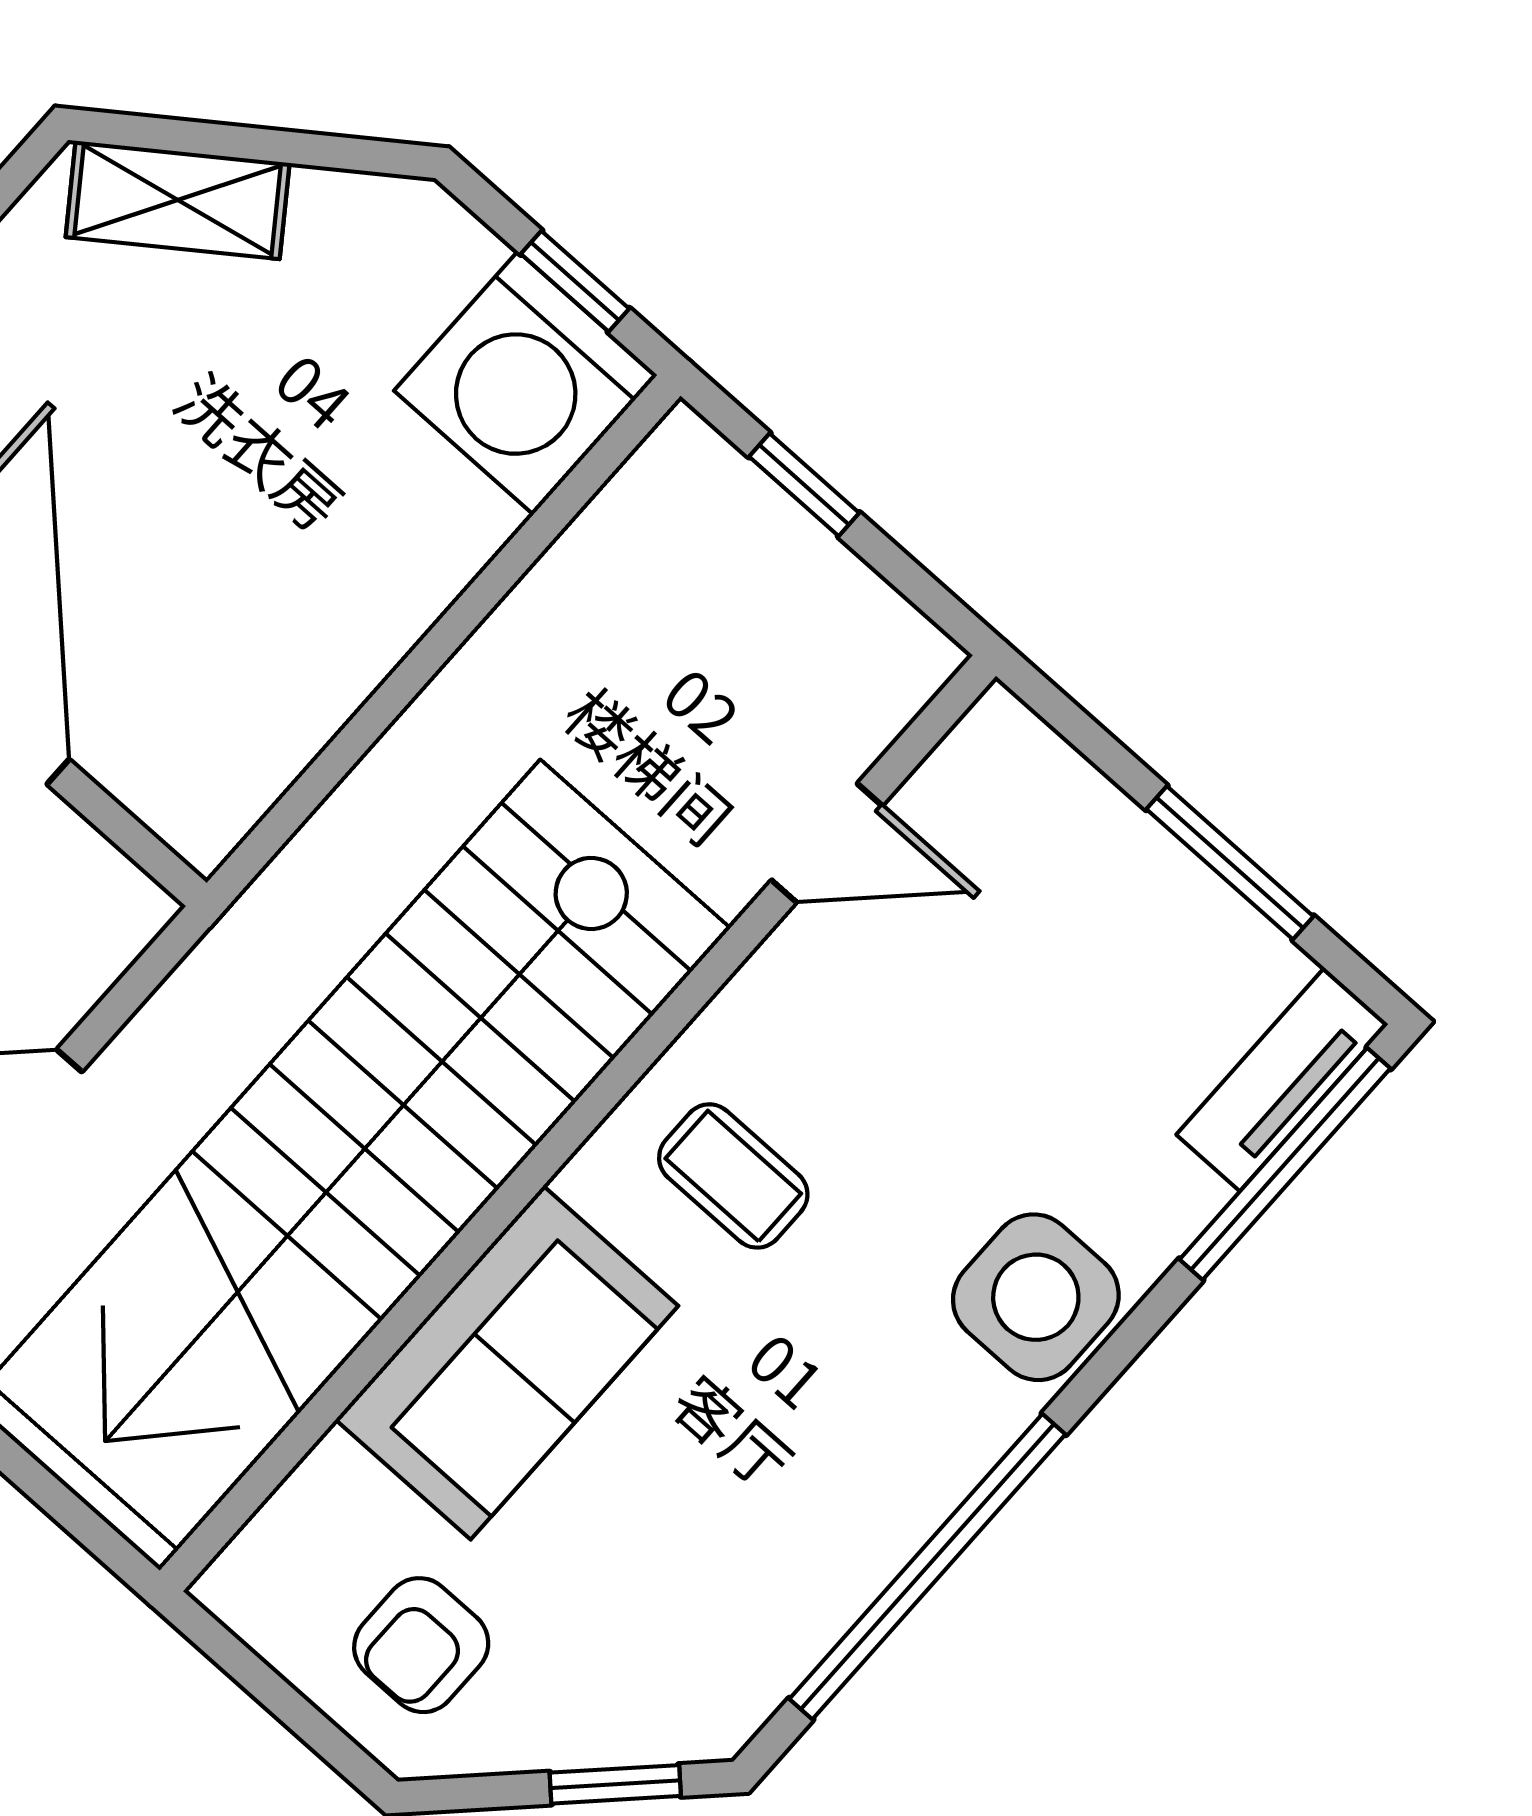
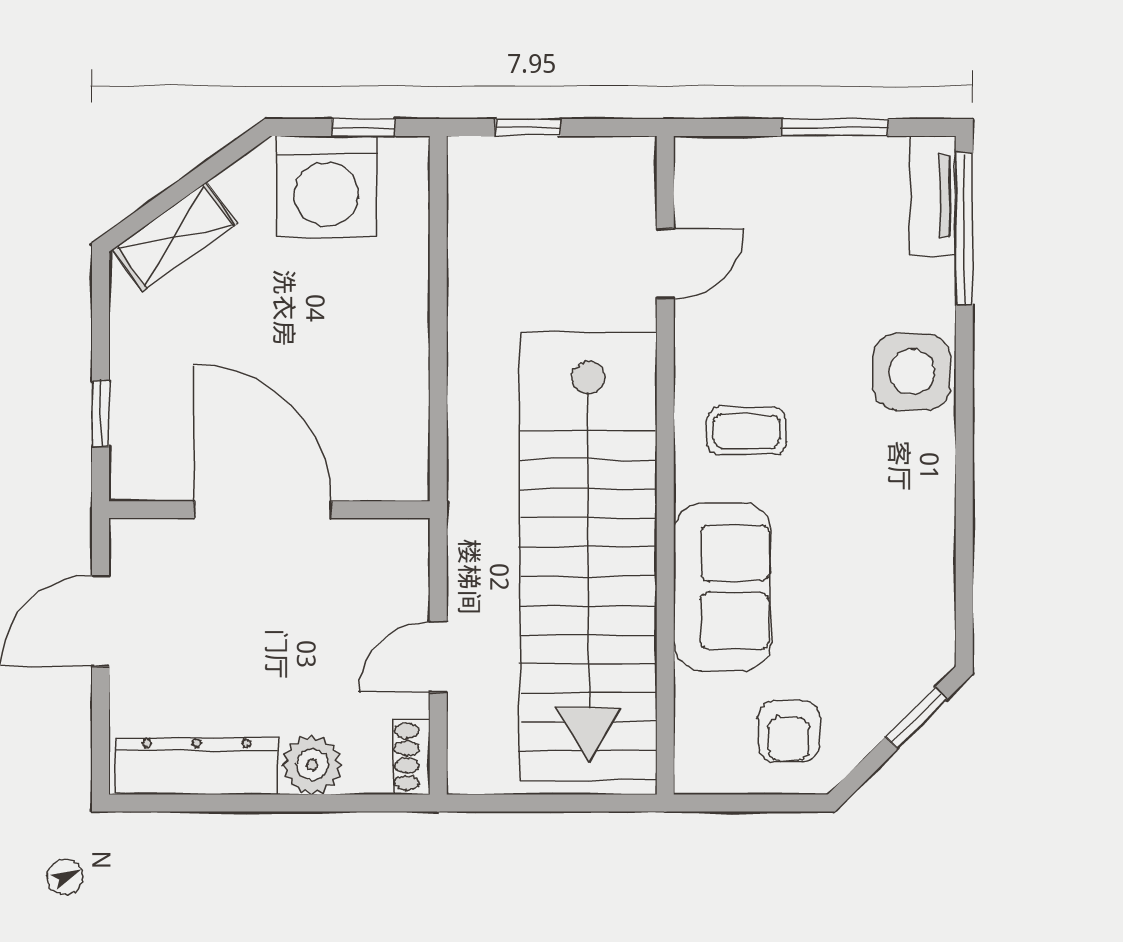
washing machine: (526, 383) -> (326, 186), moved
window: (927, 1567) -> (964, 519), removed

